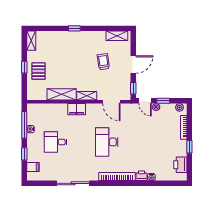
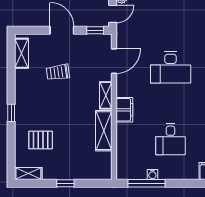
pallet: (39, 71) -> (41, 140), moved
window: (24, 154) -> (187, 183), removed

